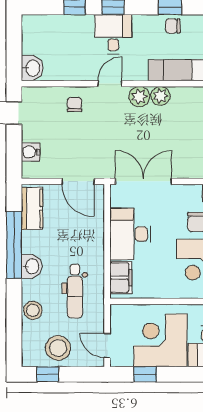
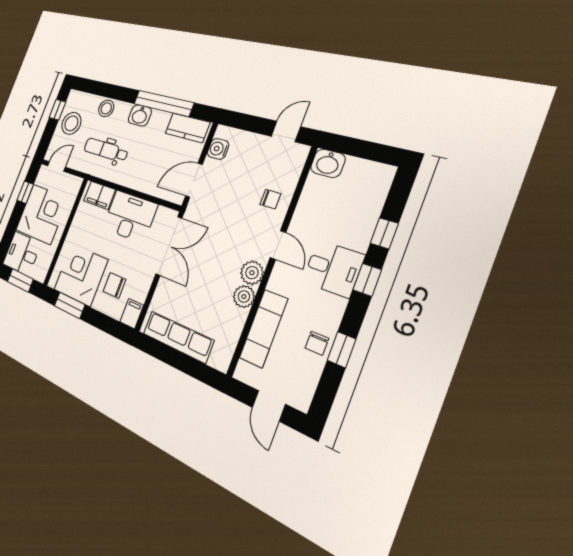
chair: (173, 26) -> (317, 343), turned 180
water cooler: (31, 152) -> (218, 149), moved, turned -90

